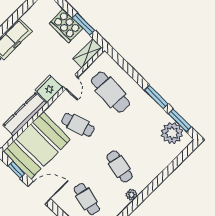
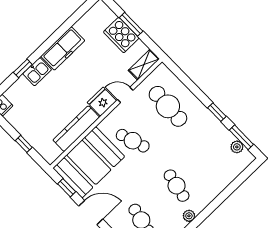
window: (83, 24) -> (131, 24), moved
door: (70, 82) -> (125, 95), swing flipped
window: (156, 97) -> (217, 112), width x0.67
plant: (172, 133) -> (237, 147), width x0.53, depth x0.53

